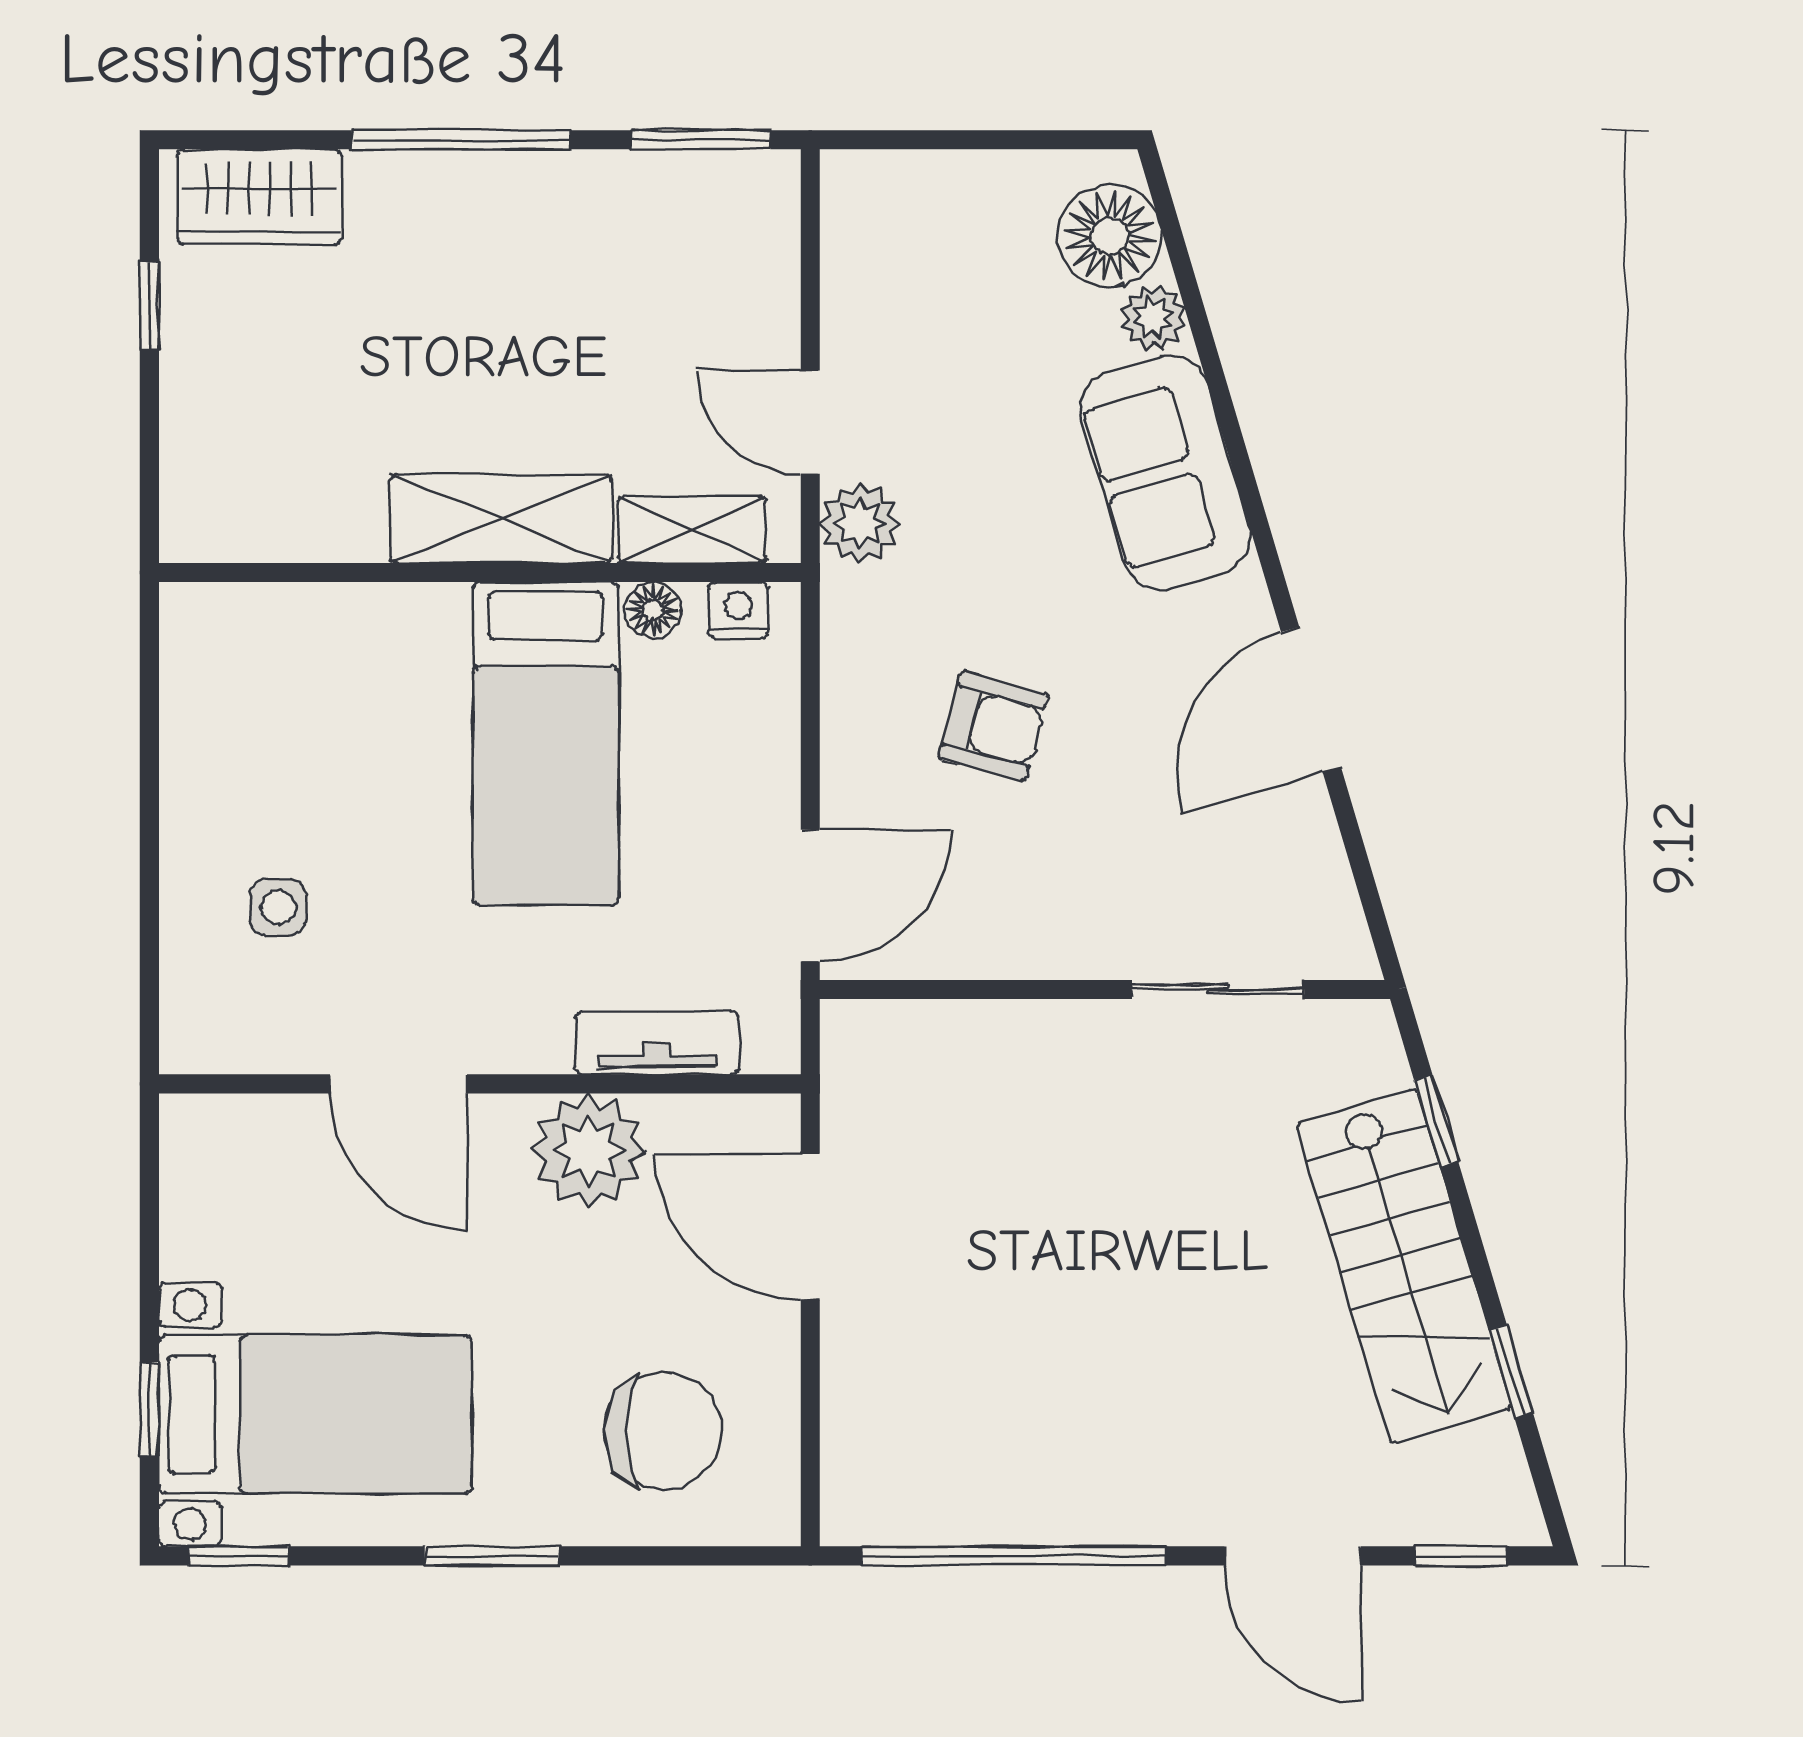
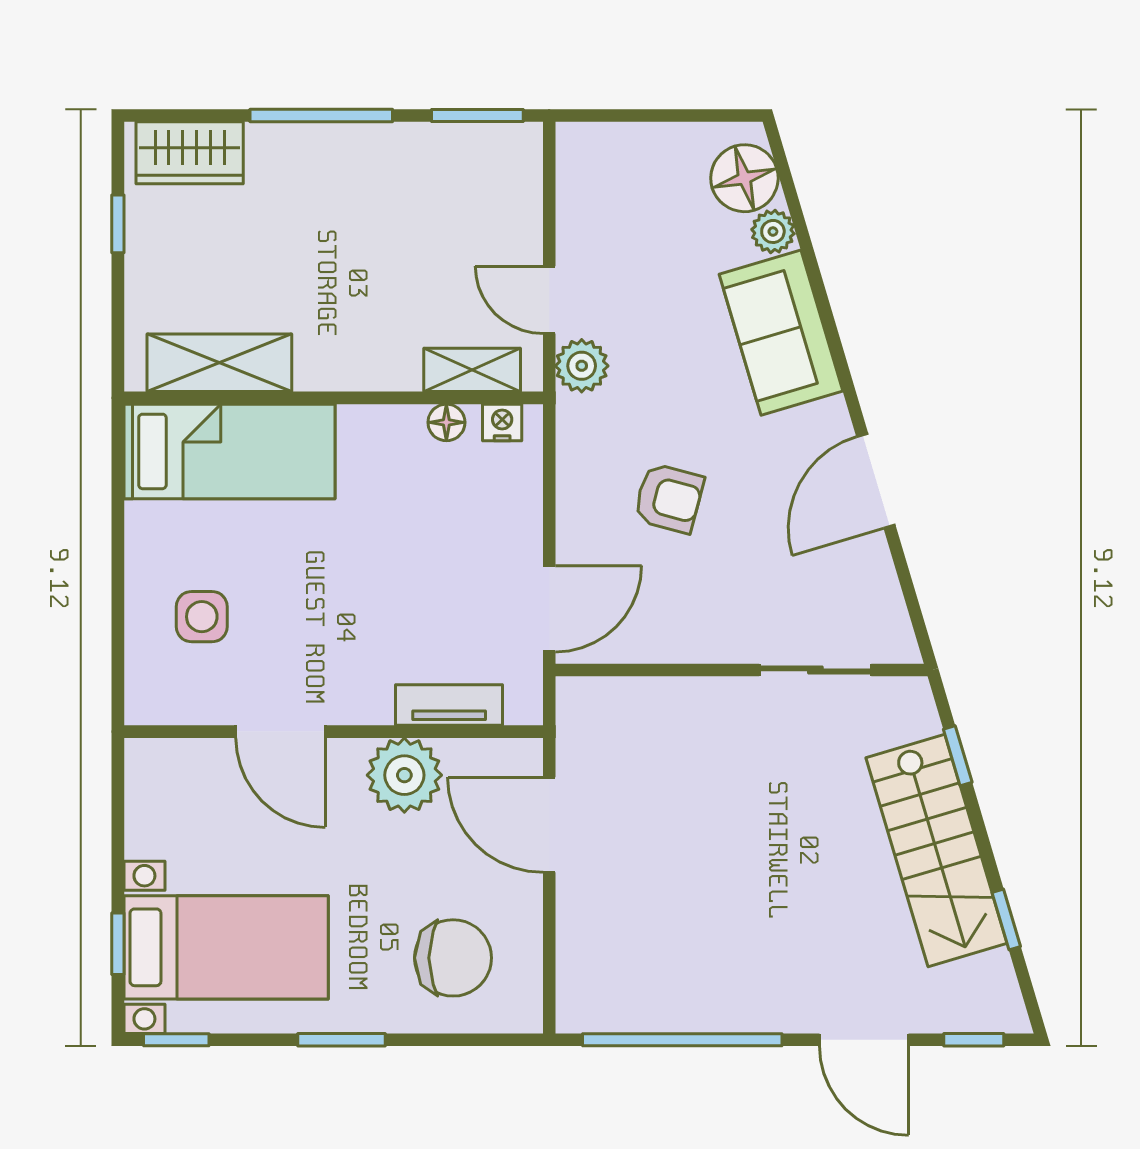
shelving: (501, 519) -> (219, 363), moved
bed: (546, 743) -> (229, 451), moved, turned -90
side table: (278, 908) -> (202, 617), width x1.37, depth x1.37

